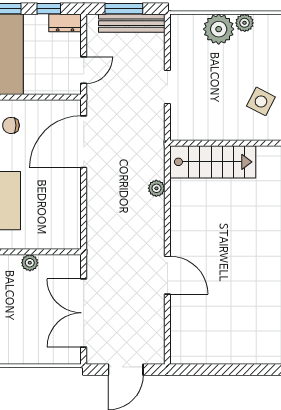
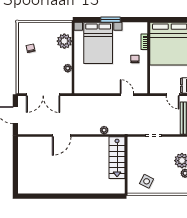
door: (84, 70) -> (173, 95), moved
door: (84, 142) -> (127, 95), width x0.53
double door: (84, 313) -> (43, 95), swing flipped

